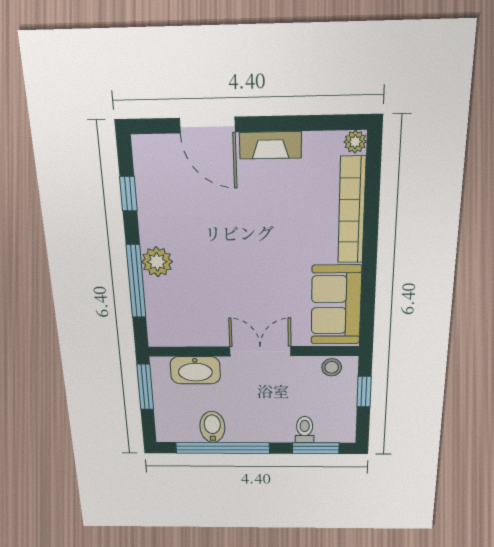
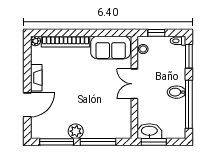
window: (128, 194) -> (57, 142), width x2.17
plant: (157, 262) -> (76, 131), moved
washbasin: (195, 370) -> (149, 131), moved, turned -90
bidet: (212, 427) -> (177, 92), moved
toilet: (305, 430) -> (178, 41), moved

